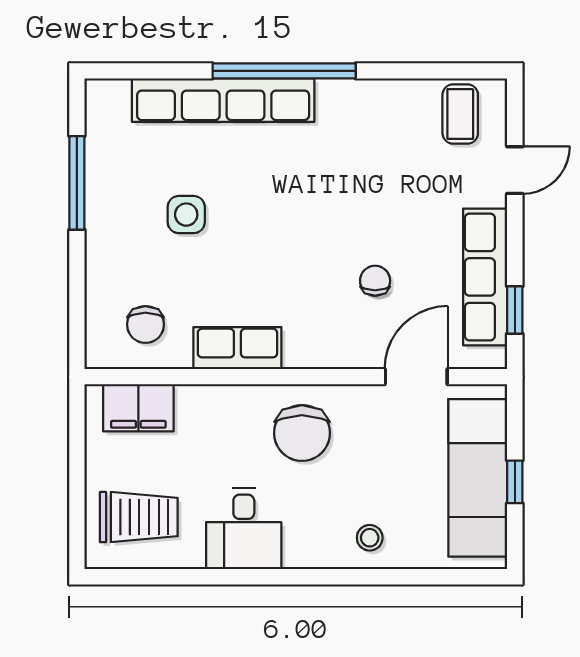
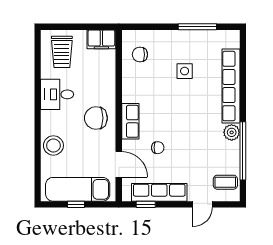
window: (284, 71) -> (243, 151), moved
plant: (337, 99) -> (232, 132), added
door: (515, 170) -> (203, 204), hinge flipped
row of seats: (237, 348) -> (130, 121), moved
filing cabinet: (138, 408) -> (101, 39), moved, turned -90
stool: (370, 538) -> (53, 145), width x1.89, depth x1.89

